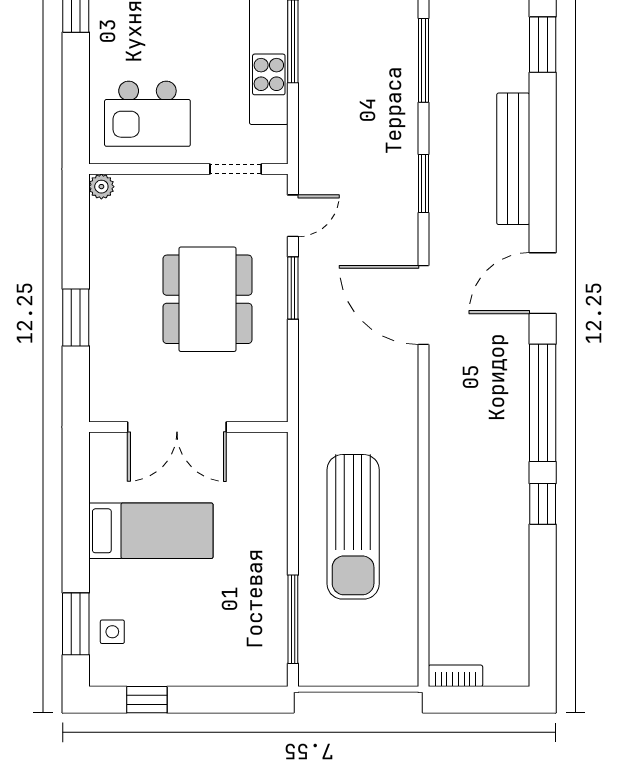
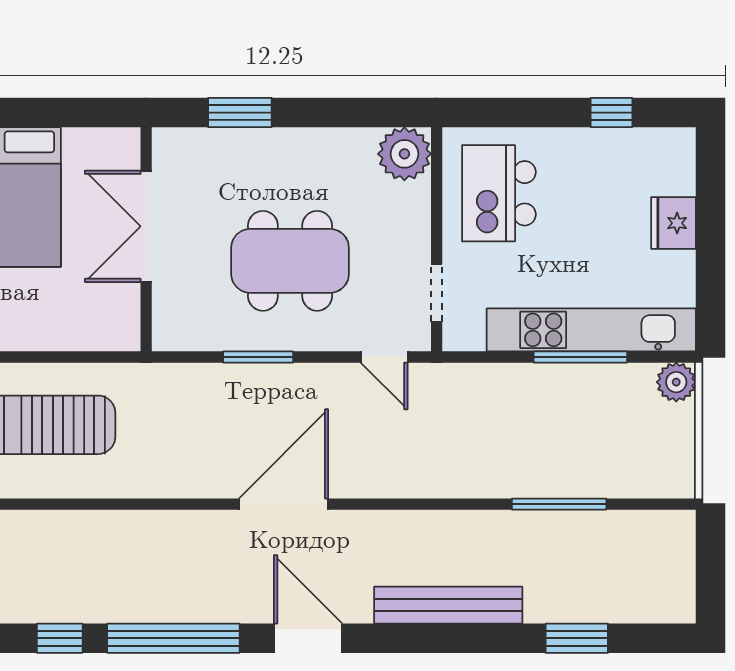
window: (423, 183) -> (420, 504), removed
plant: (101, 187) -> (404, 154), width x1.88, depth x1.88
window: (293, 288) -> (258, 357), moved
window: (76, 318) -> (240, 113), moved

